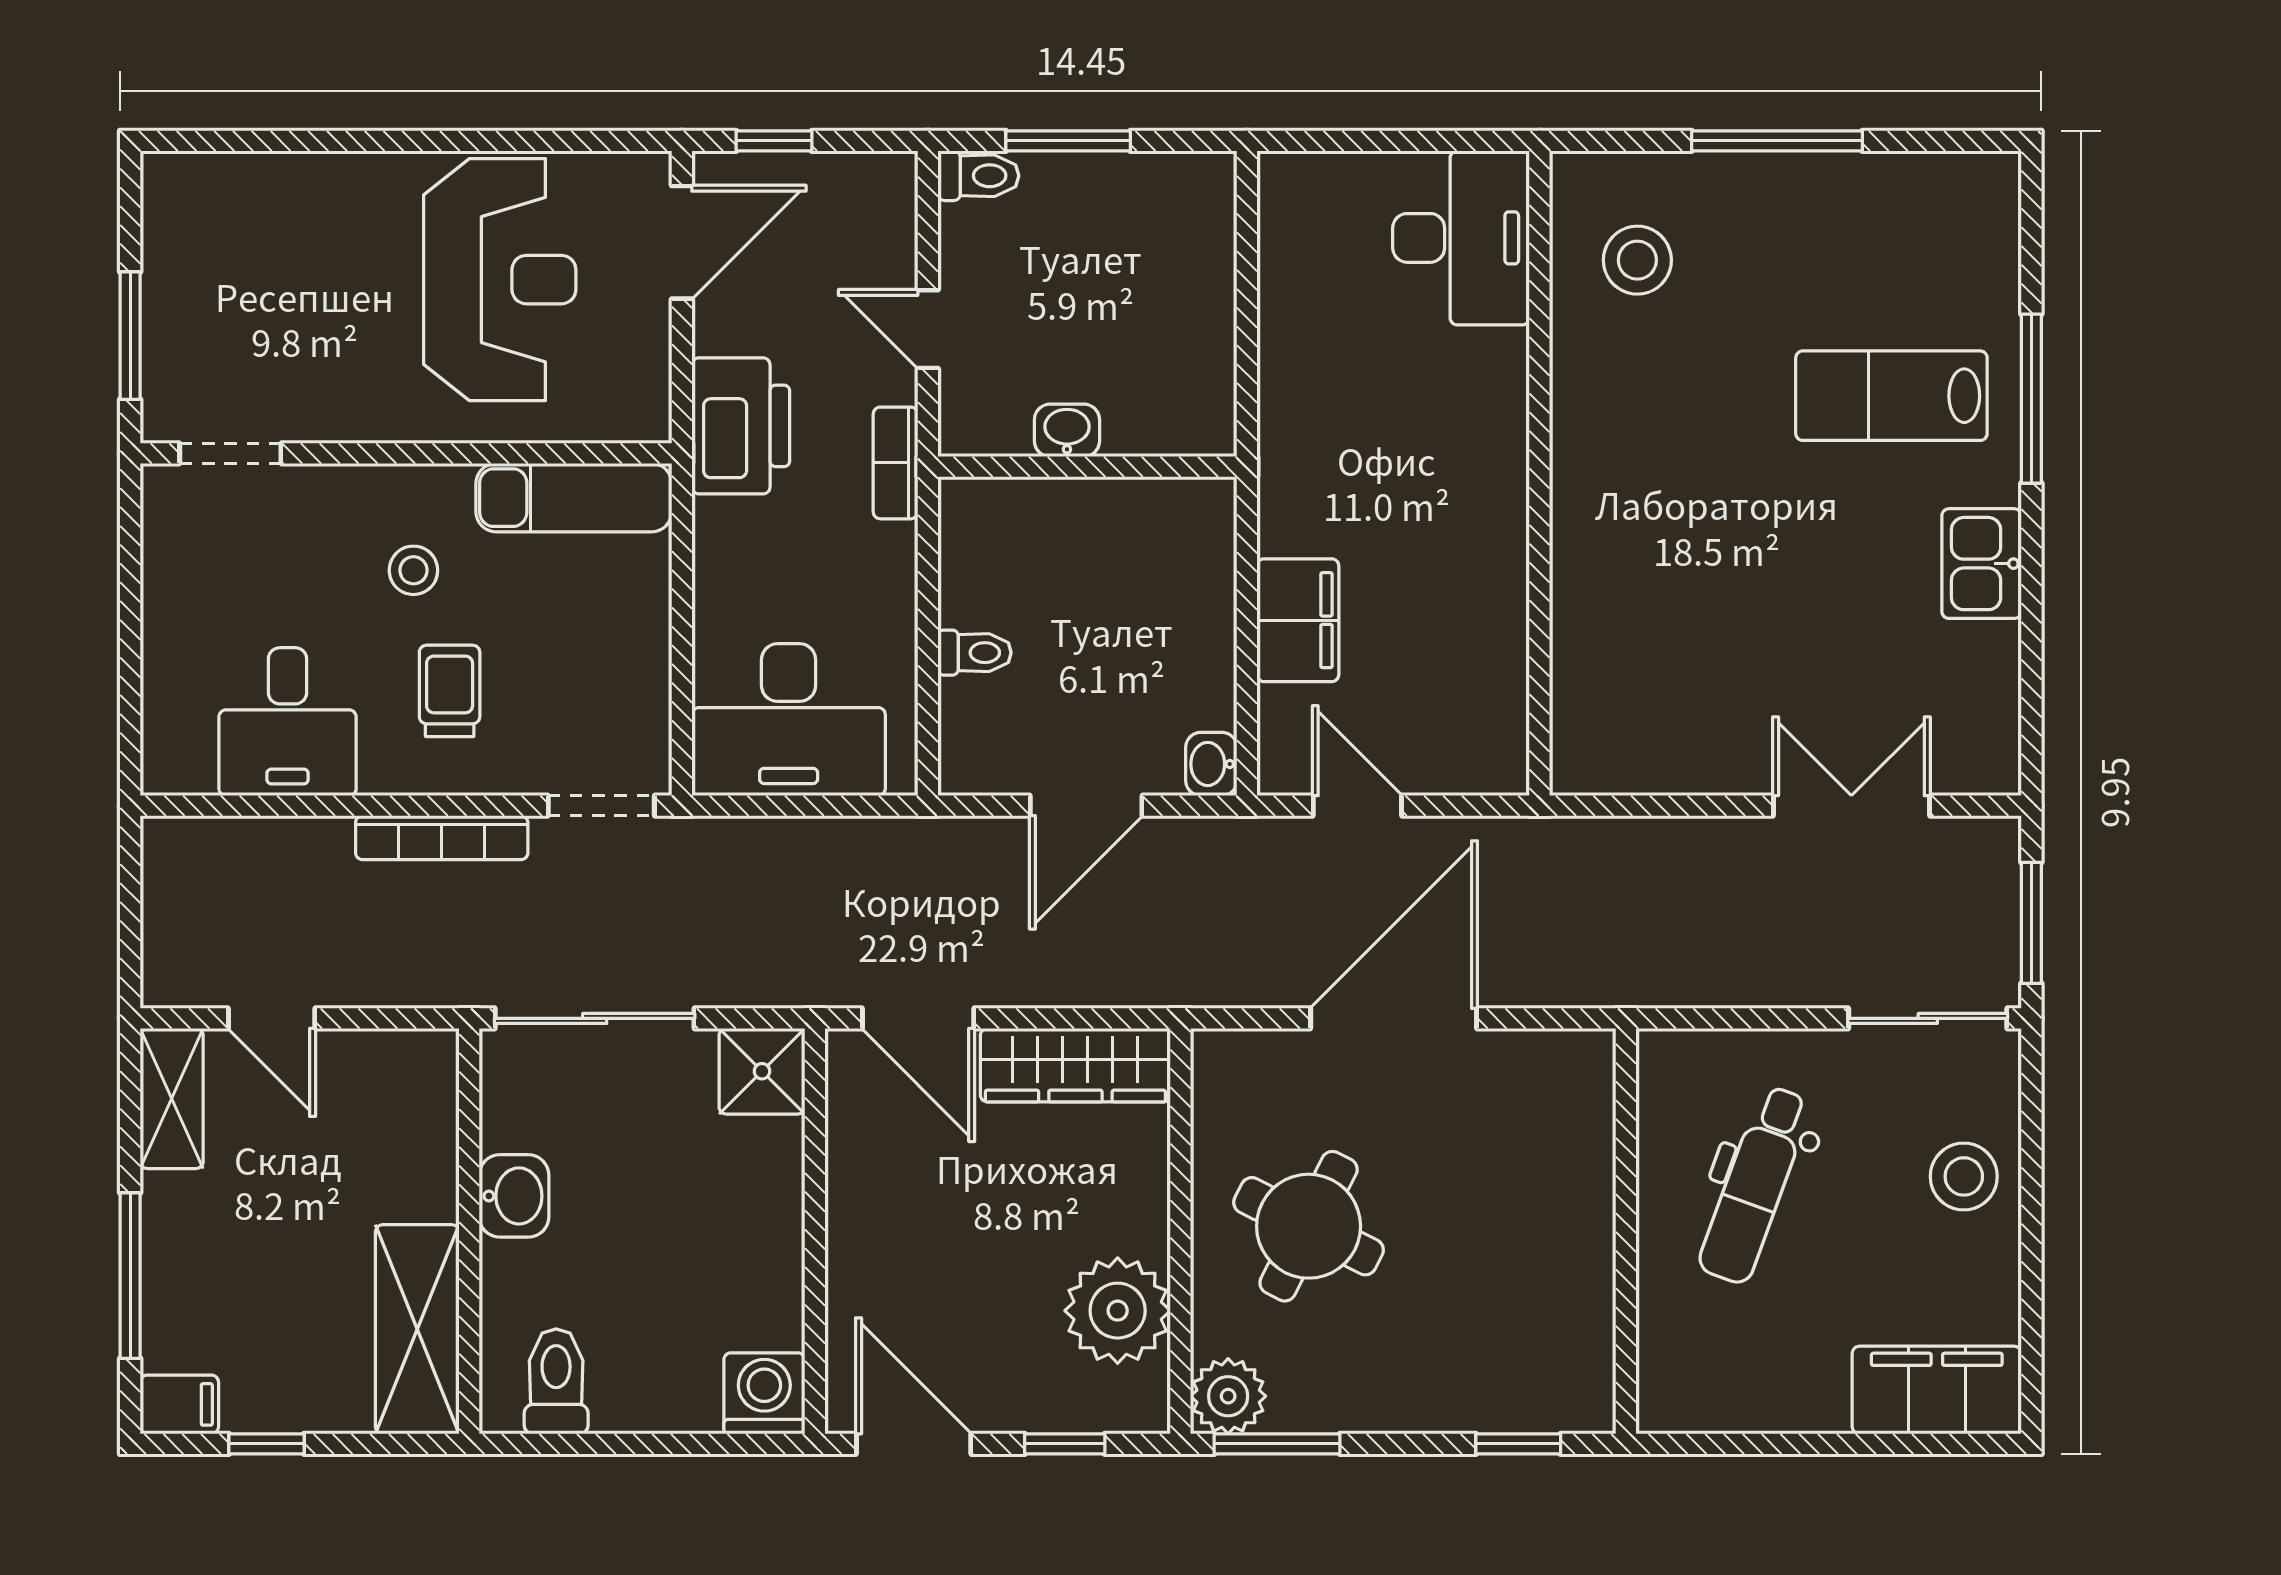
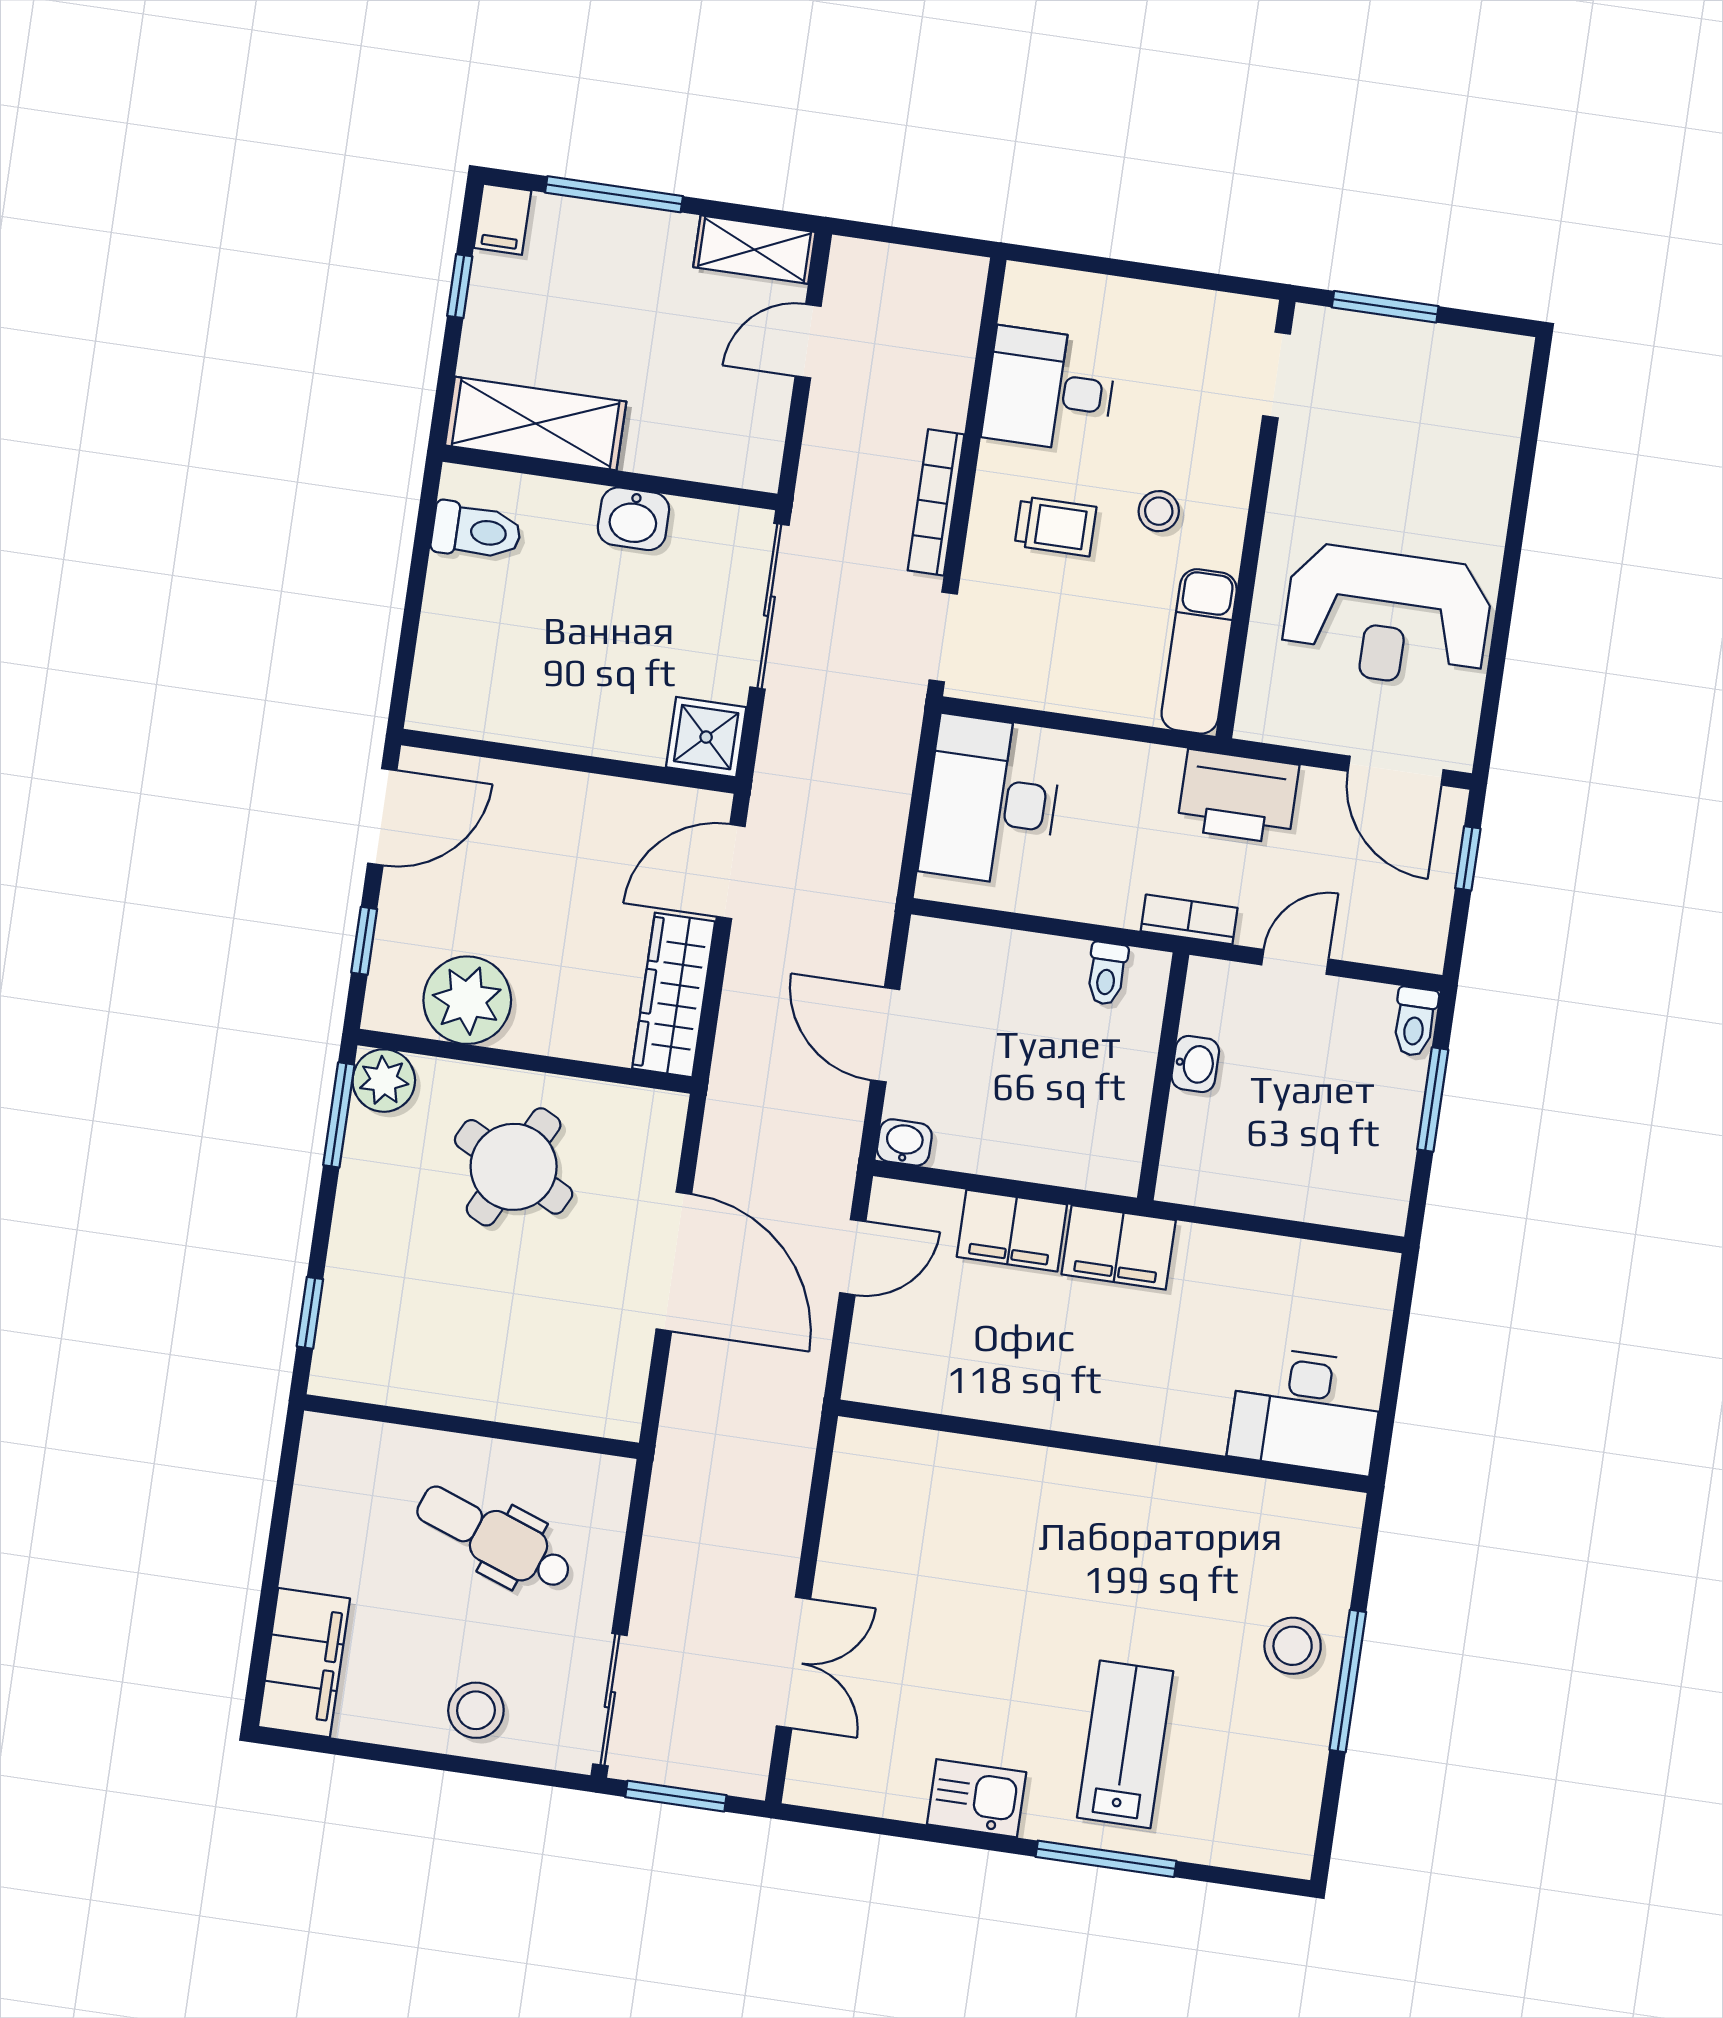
stool: (1637, 260) -> (1293, 1646), moved
filing cabinet: (1299, 490) -> (1119, 1247), added
toilet: (975, 653) -> (1107, 974), moved
washing machine: (764, 1393) -> (442, 700), removed

